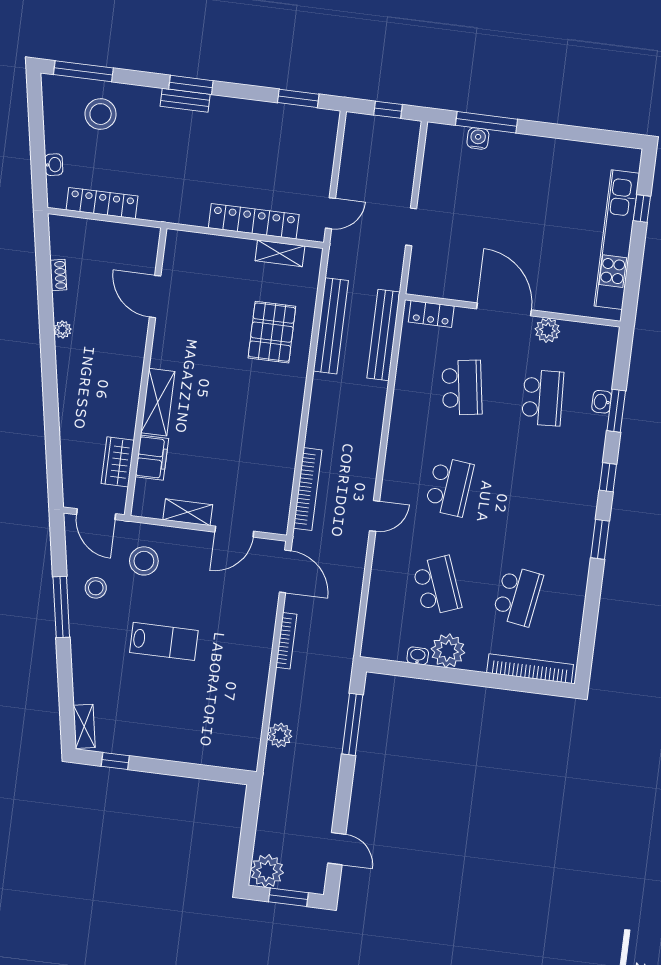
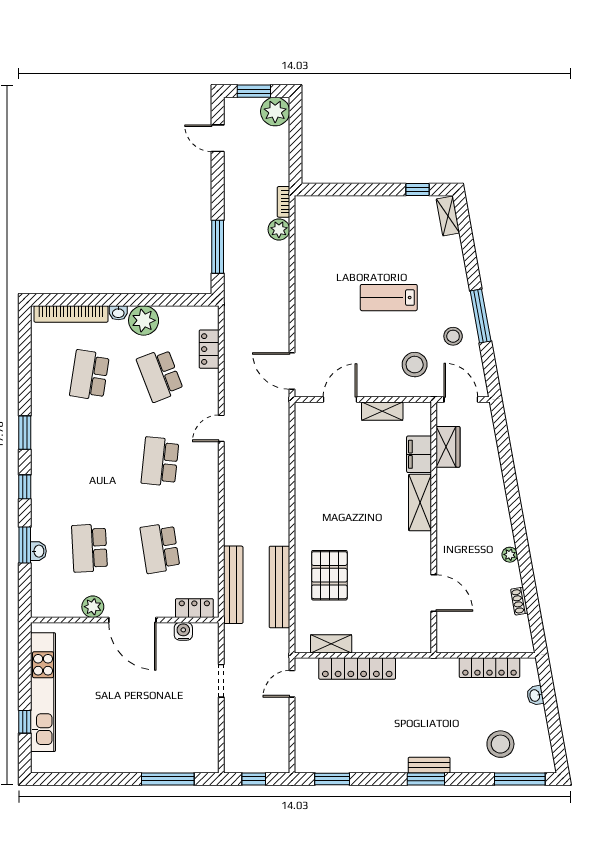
water cooler: (478, 138) -> (183, 631), moved, turned 180
bookcase: (308, 489) -> (282, 444), removed
locker: (377, 608) -> (209, 349), added
bookcase: (286, 641) -> (283, 202), moved, width x0.64
washbasin: (418, 656) -> (118, 313), moved

